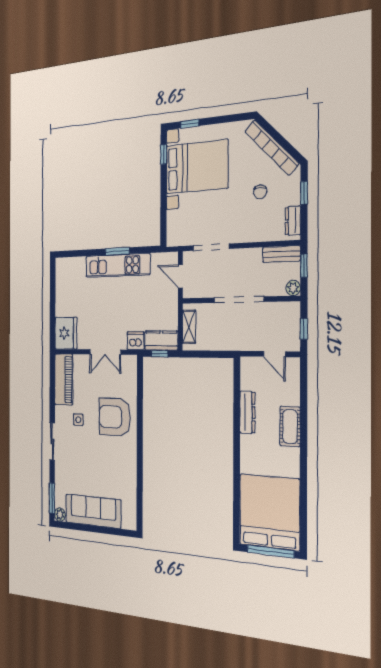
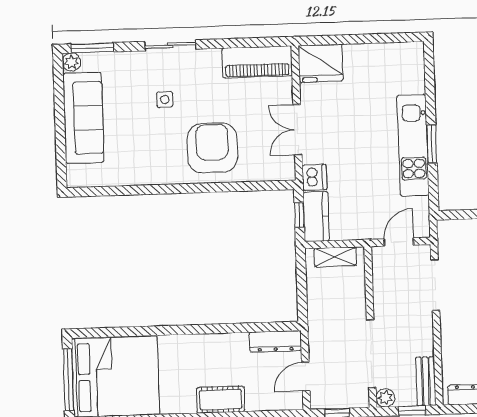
doorway: (239, 300) -> (371, 354), moved
dresser: (247, 412) -> (275, 341), moved
side table: (78, 420) -> (165, 99), moved

